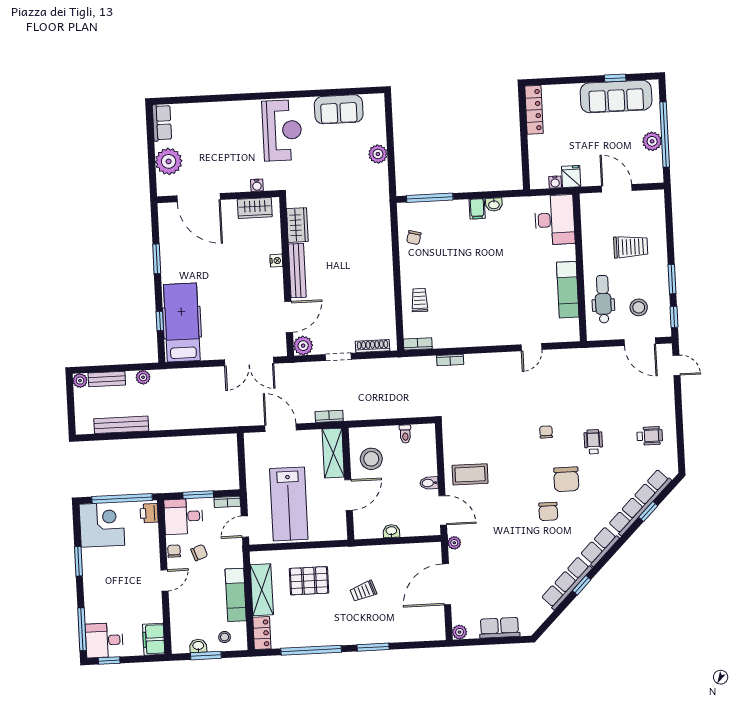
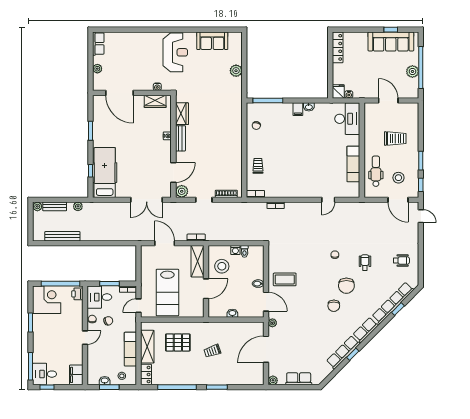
plant: (169, 161) -> (97, 69), width x0.53, depth x0.53
fridge: (571, 176) -> (338, 91), moved
bench: (297, 271) -> (180, 138), width x0.73
washing machine: (391, 433) -> (235, 250), added

